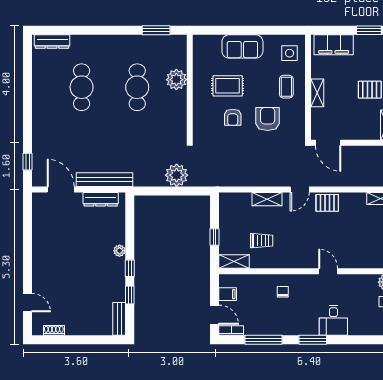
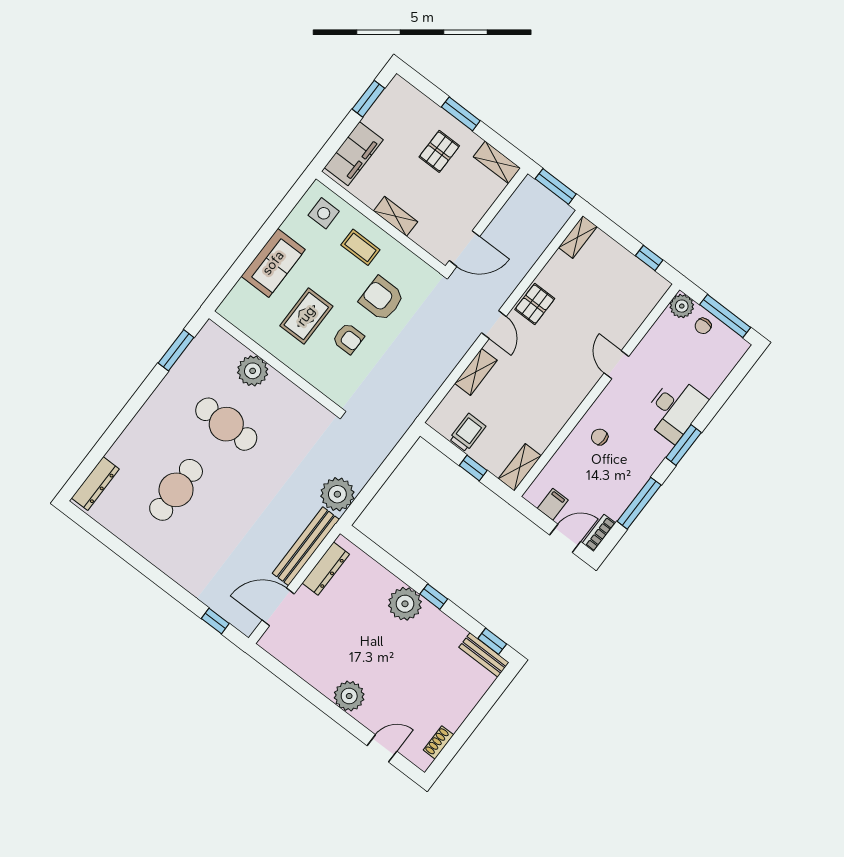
cafe table: (82, 87) -> (176, 490), turned 90
plant: (177, 175) -> (337, 494), moved
trolley: (262, 241) -> (468, 433), moved
plant: (119, 251) -> (405, 604), width x1.87, depth x1.87
plant: (42, 264) -> (349, 696), added
door: (328, 271) -> (616, 365), hinge flipped
window: (130, 295) -> (492, 641), moved
desk: (333, 320) -> (675, 409), width x1.37

